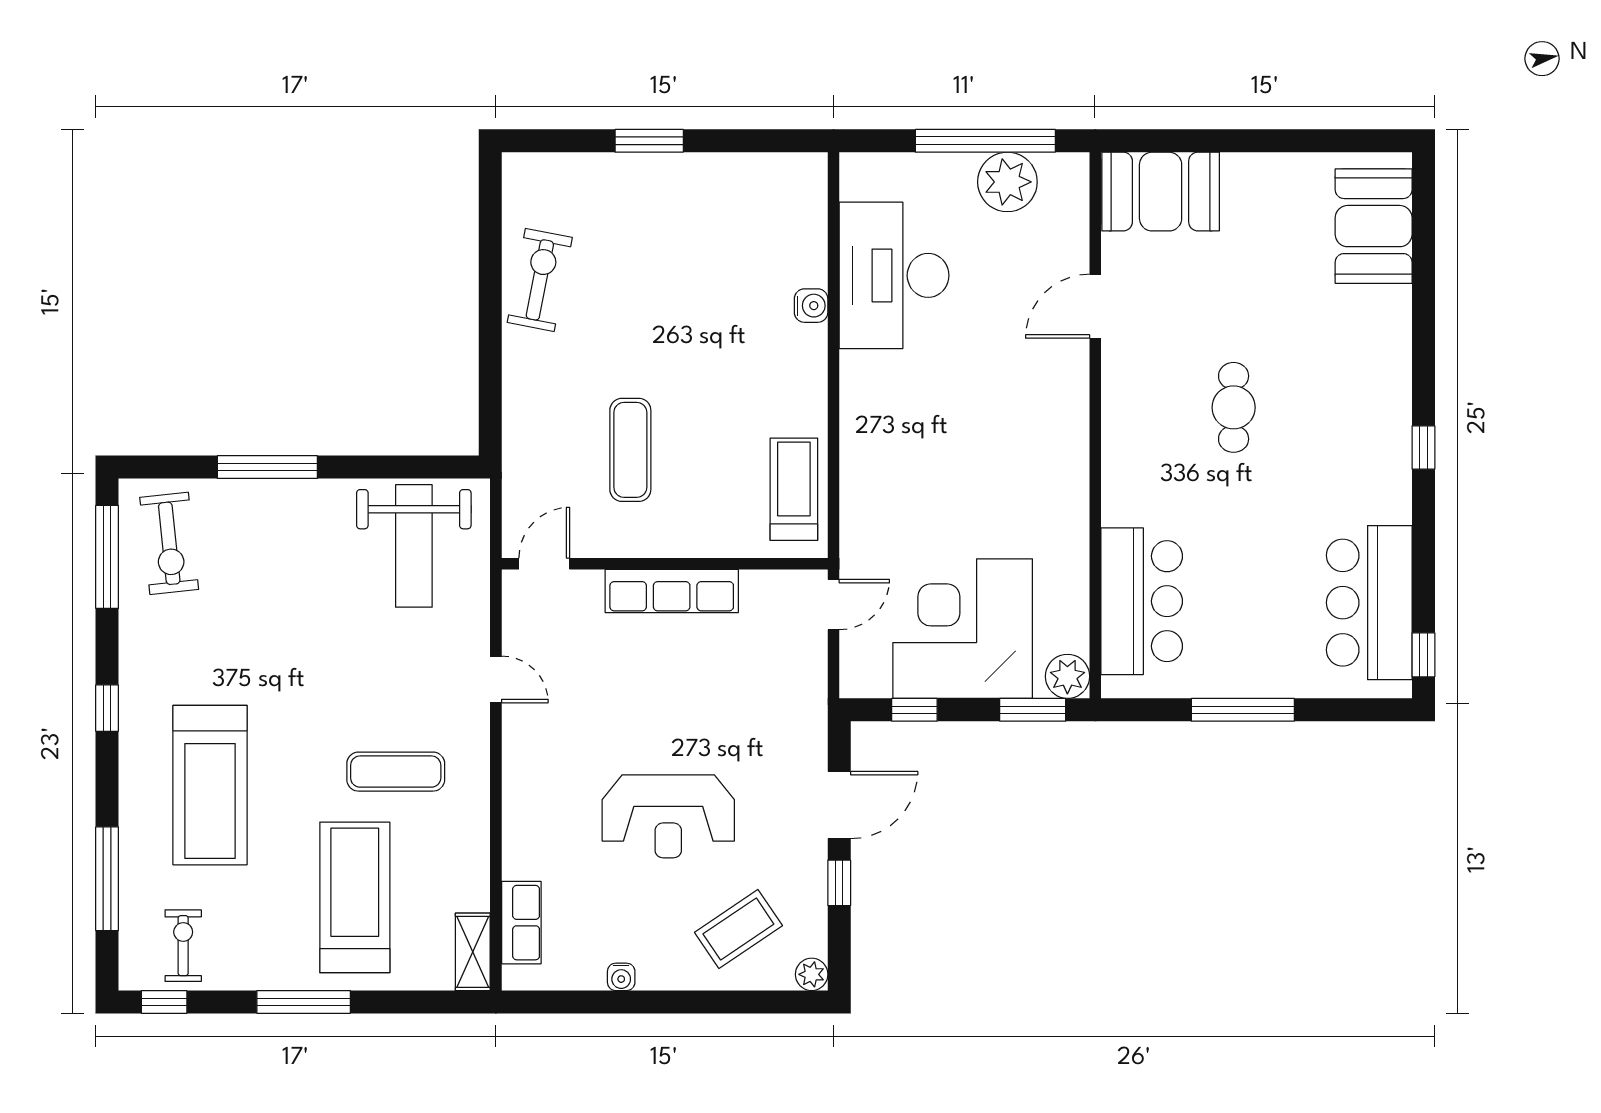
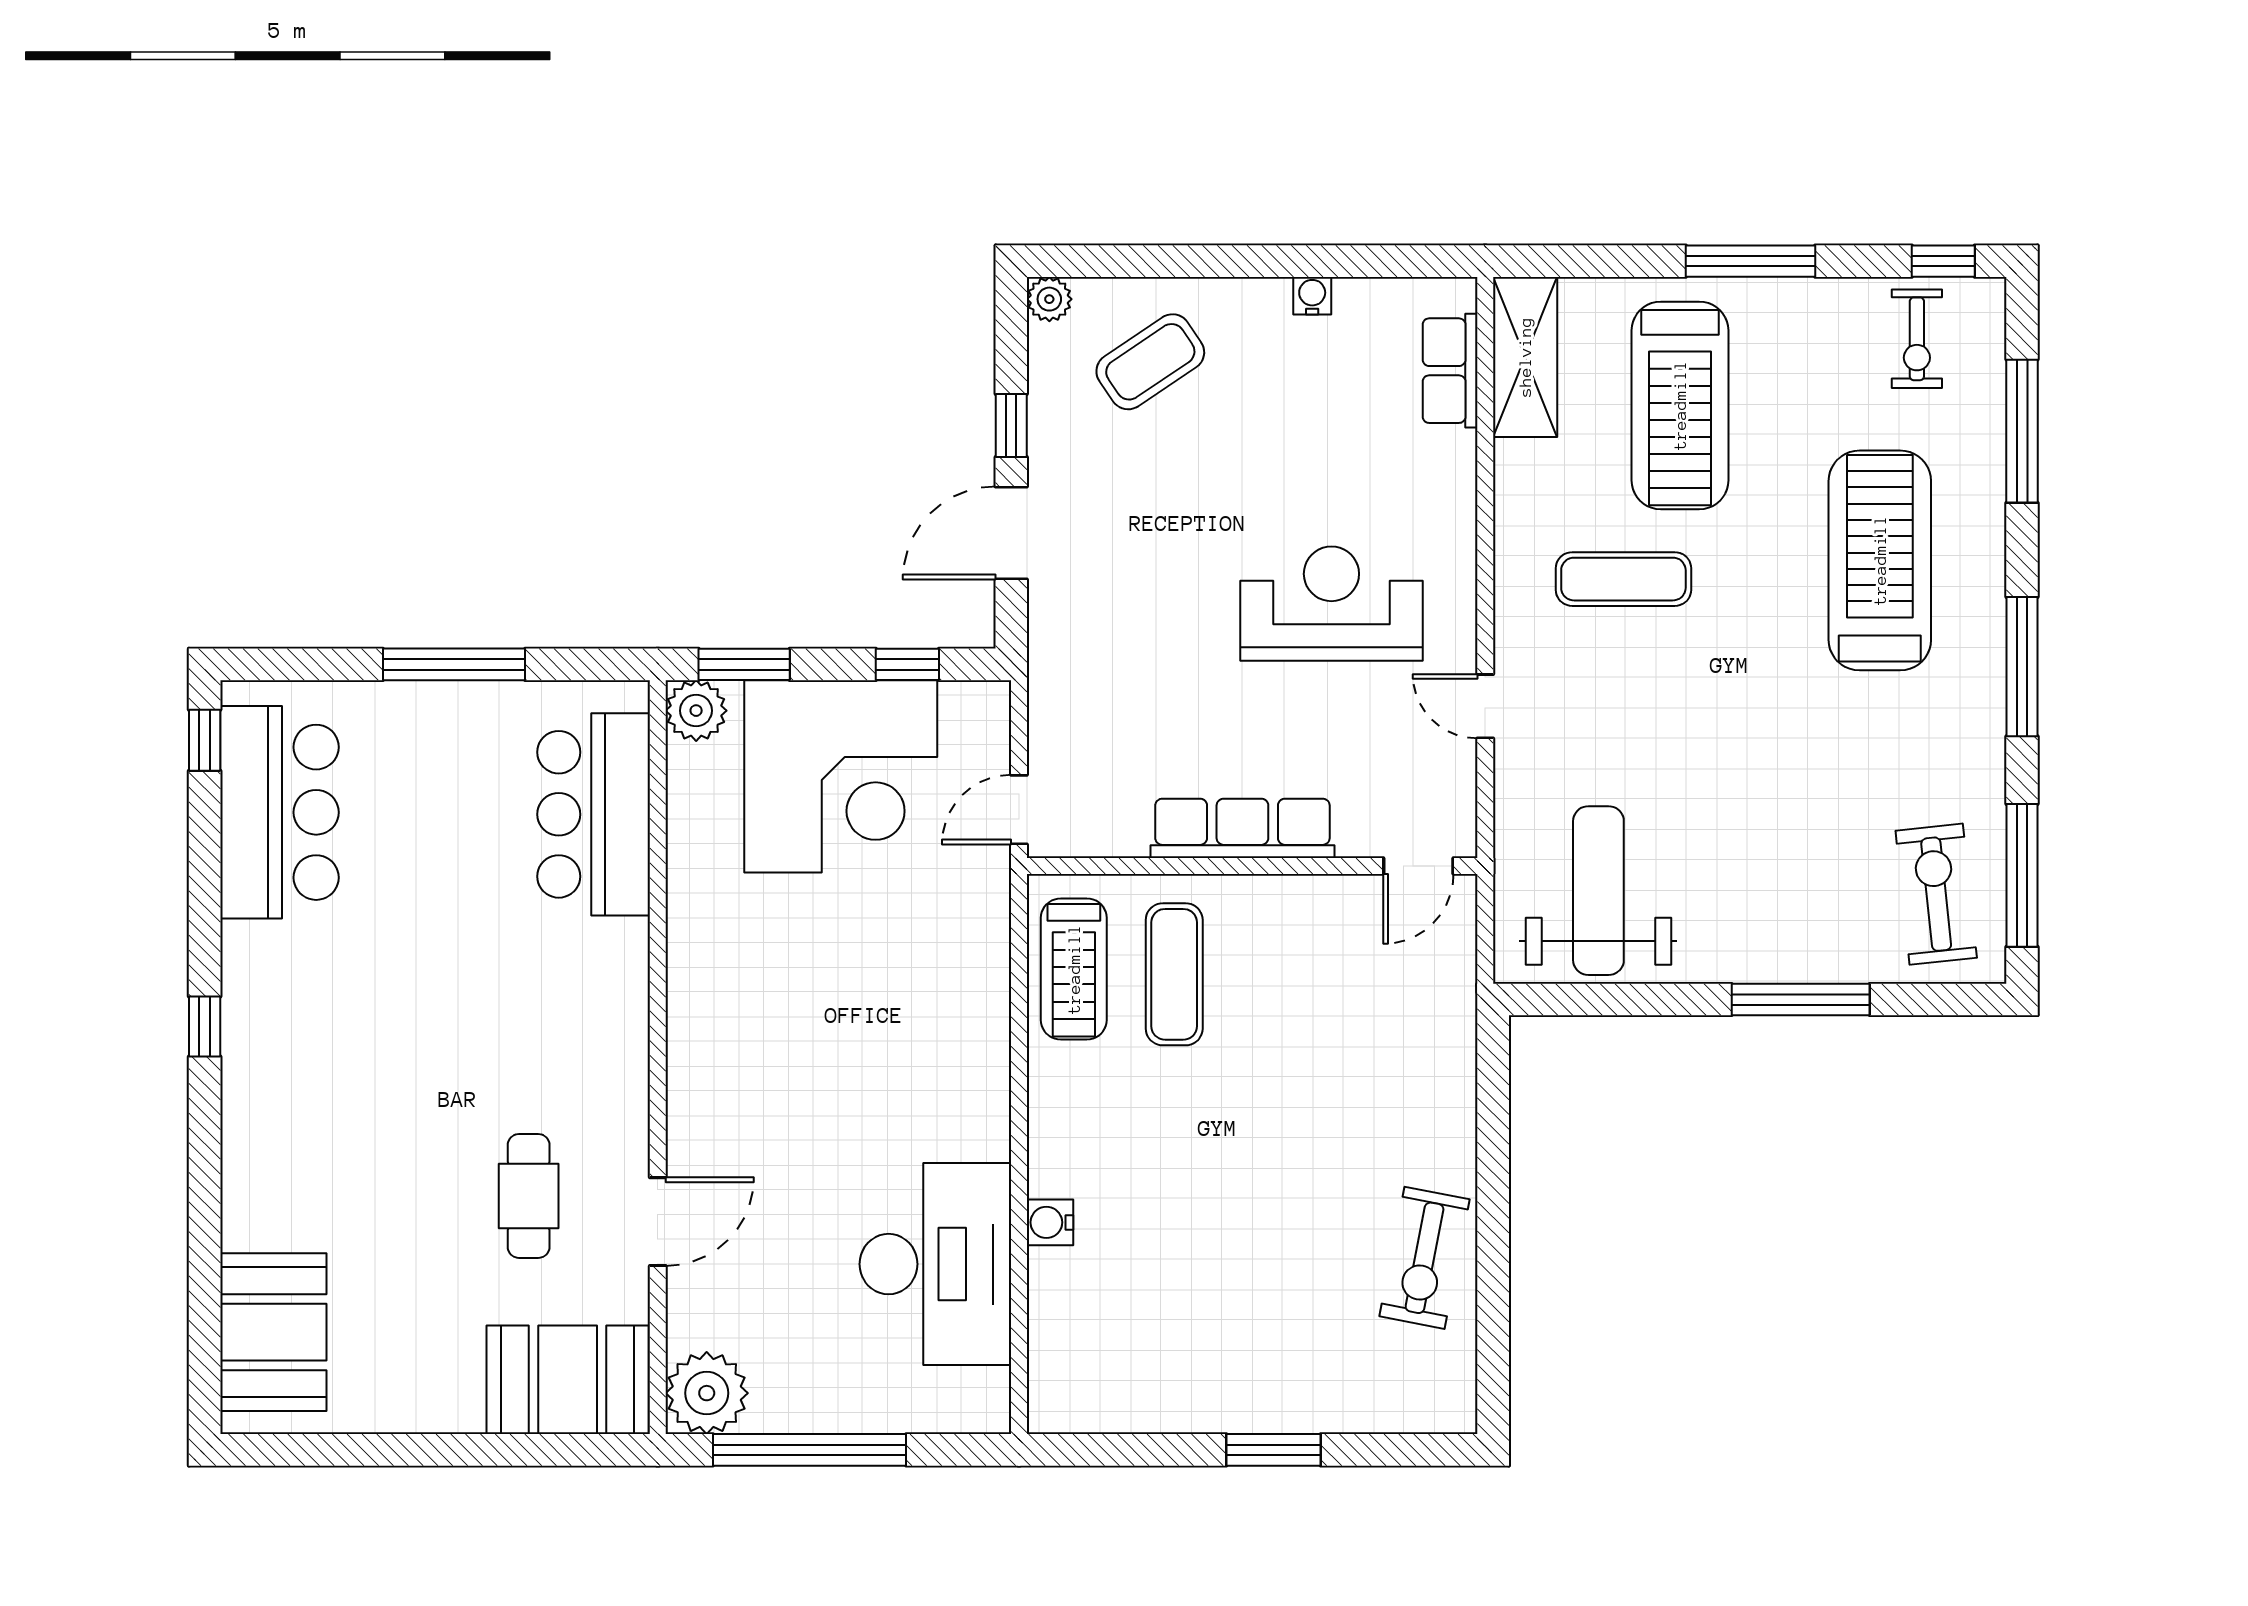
plant: (1007, 182) -> (707, 1393), moved
cafe table: (1234, 407) -> (529, 1196), moved
exercise mat: (630, 450) -> (1174, 974), moved
window: (107, 708) -> (2022, 667), width x2.17
reception desk: (668, 816) -> (1331, 604), moved
shelving: (473, 952) -> (1525, 357), width x1.50, depth x1.33

